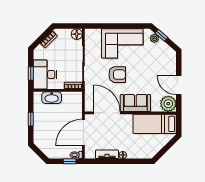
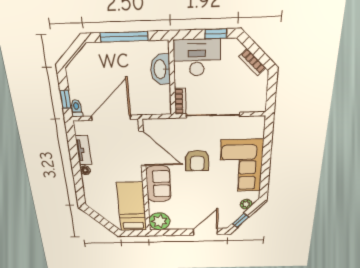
floor lamp: (77, 34) -> (258, 104), removed
window: (161, 35) -> (241, 220), moved
window: (31, 73) -> (216, 34), moved
door: (179, 85) -> (205, 232), moved
door: (107, 113) -> (142, 149), hinge flipped
window: (31, 119) -> (124, 37), width x2.17
door: (83, 133) -> (111, 118), hinge flipped

